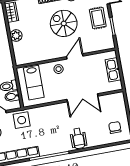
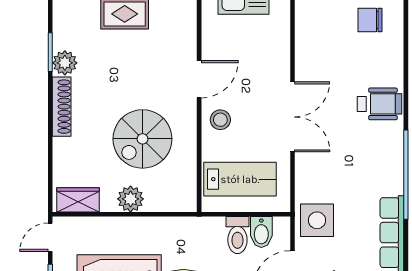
spiral stairs: (64, 23) -> (142, 139), moved
door: (75, 56) -> (199, 79), swing flipped
double door: (82, 98) -> (293, 117), moved

